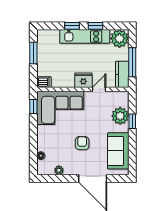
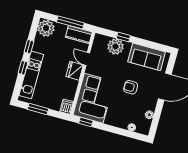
kitchen unit: (85, 36) -> (31, 75), moved

